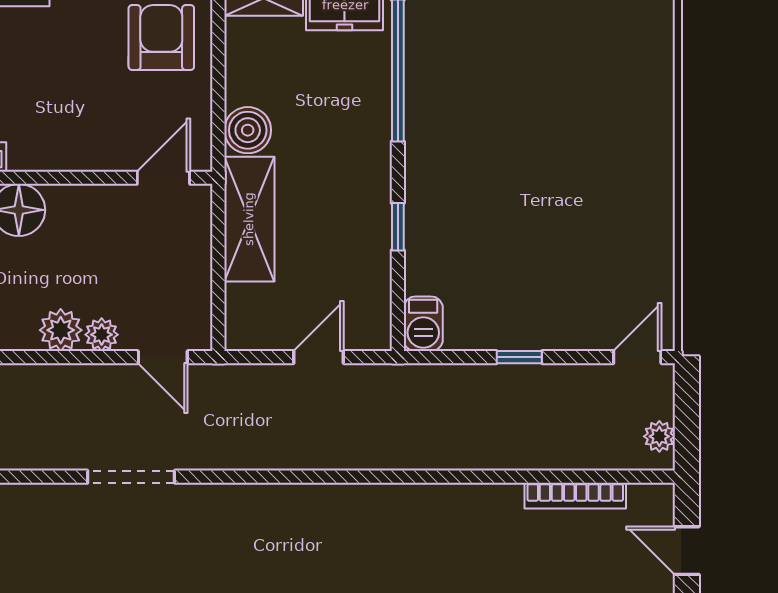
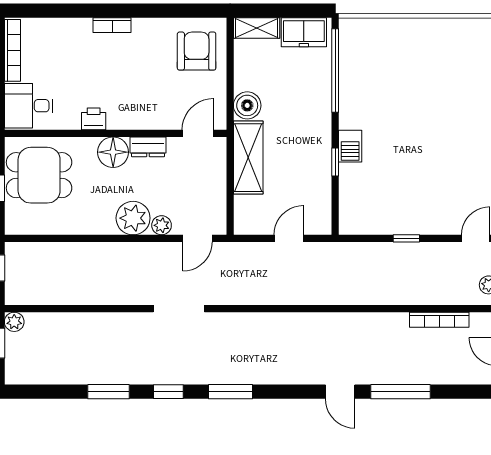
dresser: (79, 201) -> (148, 147), added
barbecue: (423, 324) -> (350, 146), moved
plant: (61, 330) -> (133, 218), width x1.36, depth x1.36
door: (163, 357) -> (197, 238), hinge flipped

